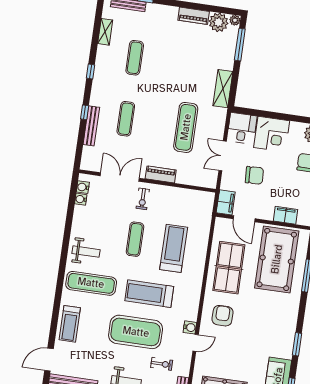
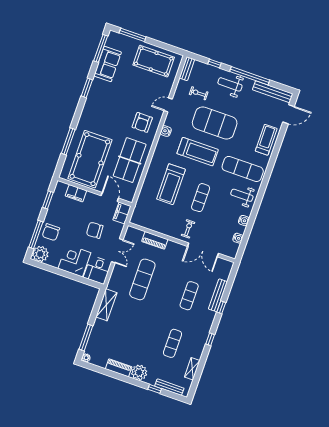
plant: (219, 22) -> (139, 373), moved
piano: (161, 174) -> (155, 240), moved
water cooler: (83, 187) -> (244, 221), moved
water cooler: (190, 327) -> (166, 131), moved

